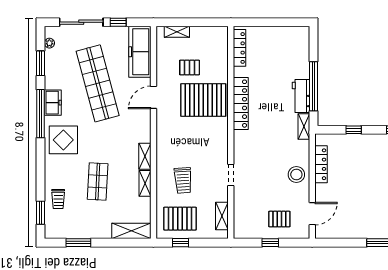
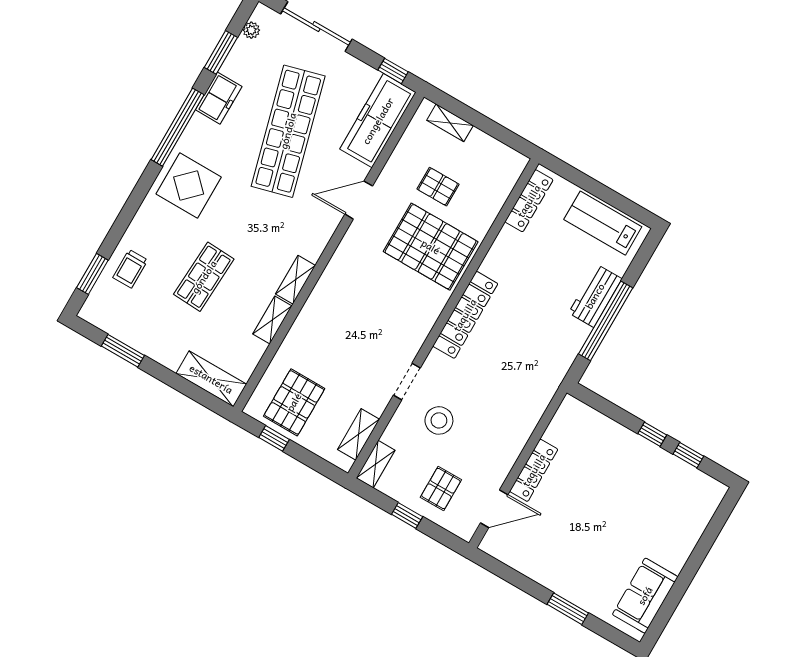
window: (118, 22) -> (393, 71), moved
lab bench: (283, 38) -> (603, 223), added
workbench: (301, 96) -> (595, 296), moved
freezer: (53, 103) -> (219, 98), moved
locker: (241, 104) -> (465, 315), moved
shelving: (304, 126) -> (376, 464), moved
window: (354, 130) -> (652, 434), moved
locker: (321, 164) -> (534, 470), moved
stool: (296, 175) -> (439, 420), moved
trolley: (183, 180) -> (331, 348), removed
pallet: (180, 219) -> (294, 402), turned 90
pallet: (279, 219) -> (441, 488), turned 90

